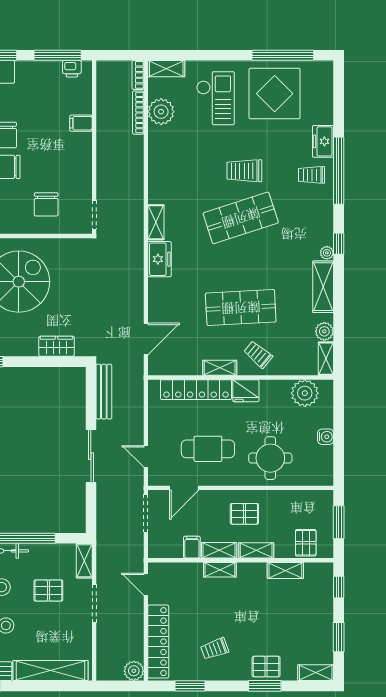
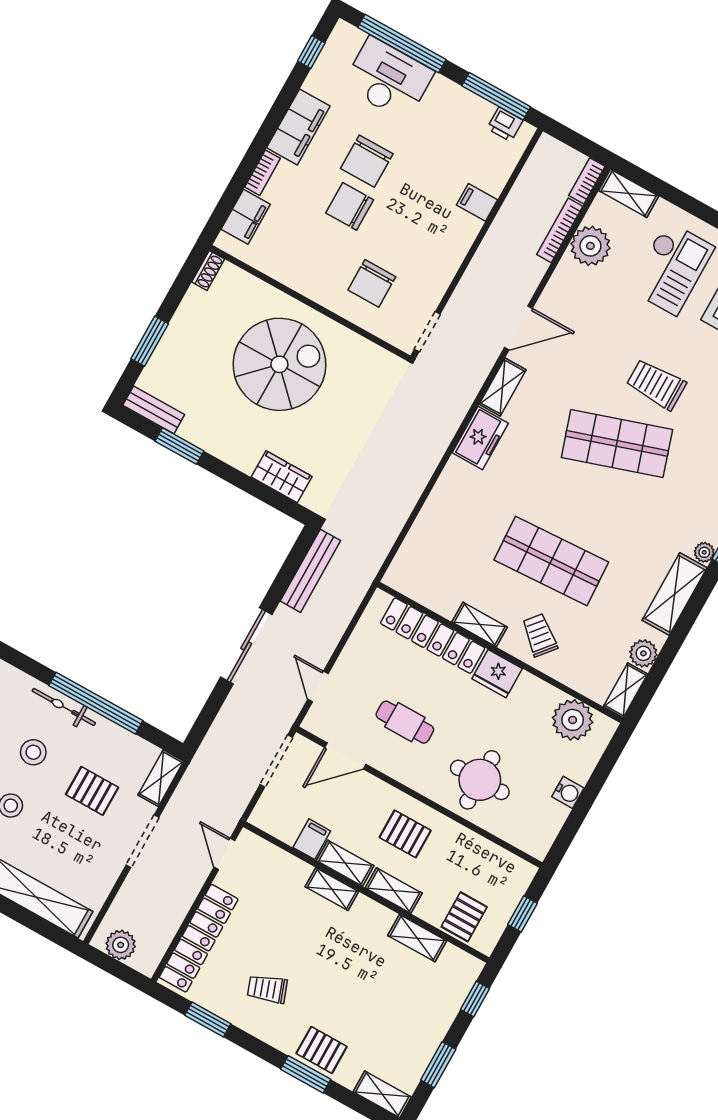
door: (146, 339) -> (518, 328), moved
cafe table: (208, 449) -> (405, 722), width x0.73, depth x0.74
window: (339, 522) -> (522, 914), width x0.67
plant: (134, 671) -> (121, 945), moved

